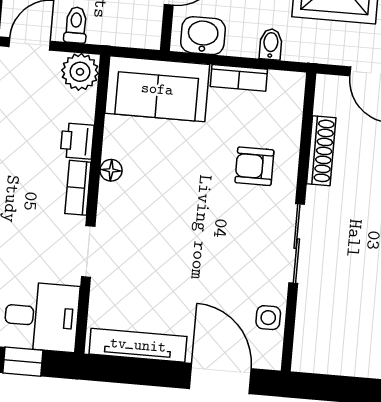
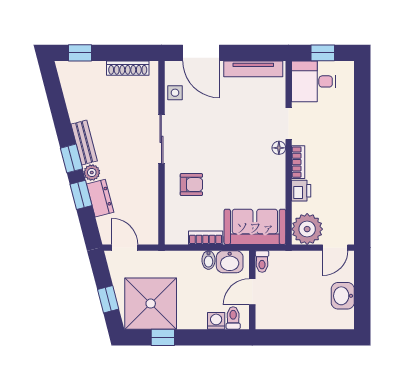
toilet: (76, 25) -> (262, 262), moved
bidet: (271, 44) -> (208, 260), moved
plant: (80, 72) -> (307, 229), width x1.36, depth x1.36
shoe rack: (321, 151) -> (128, 68), moved, turned -90
floor lamp: (111, 170) -> (279, 148), moved

